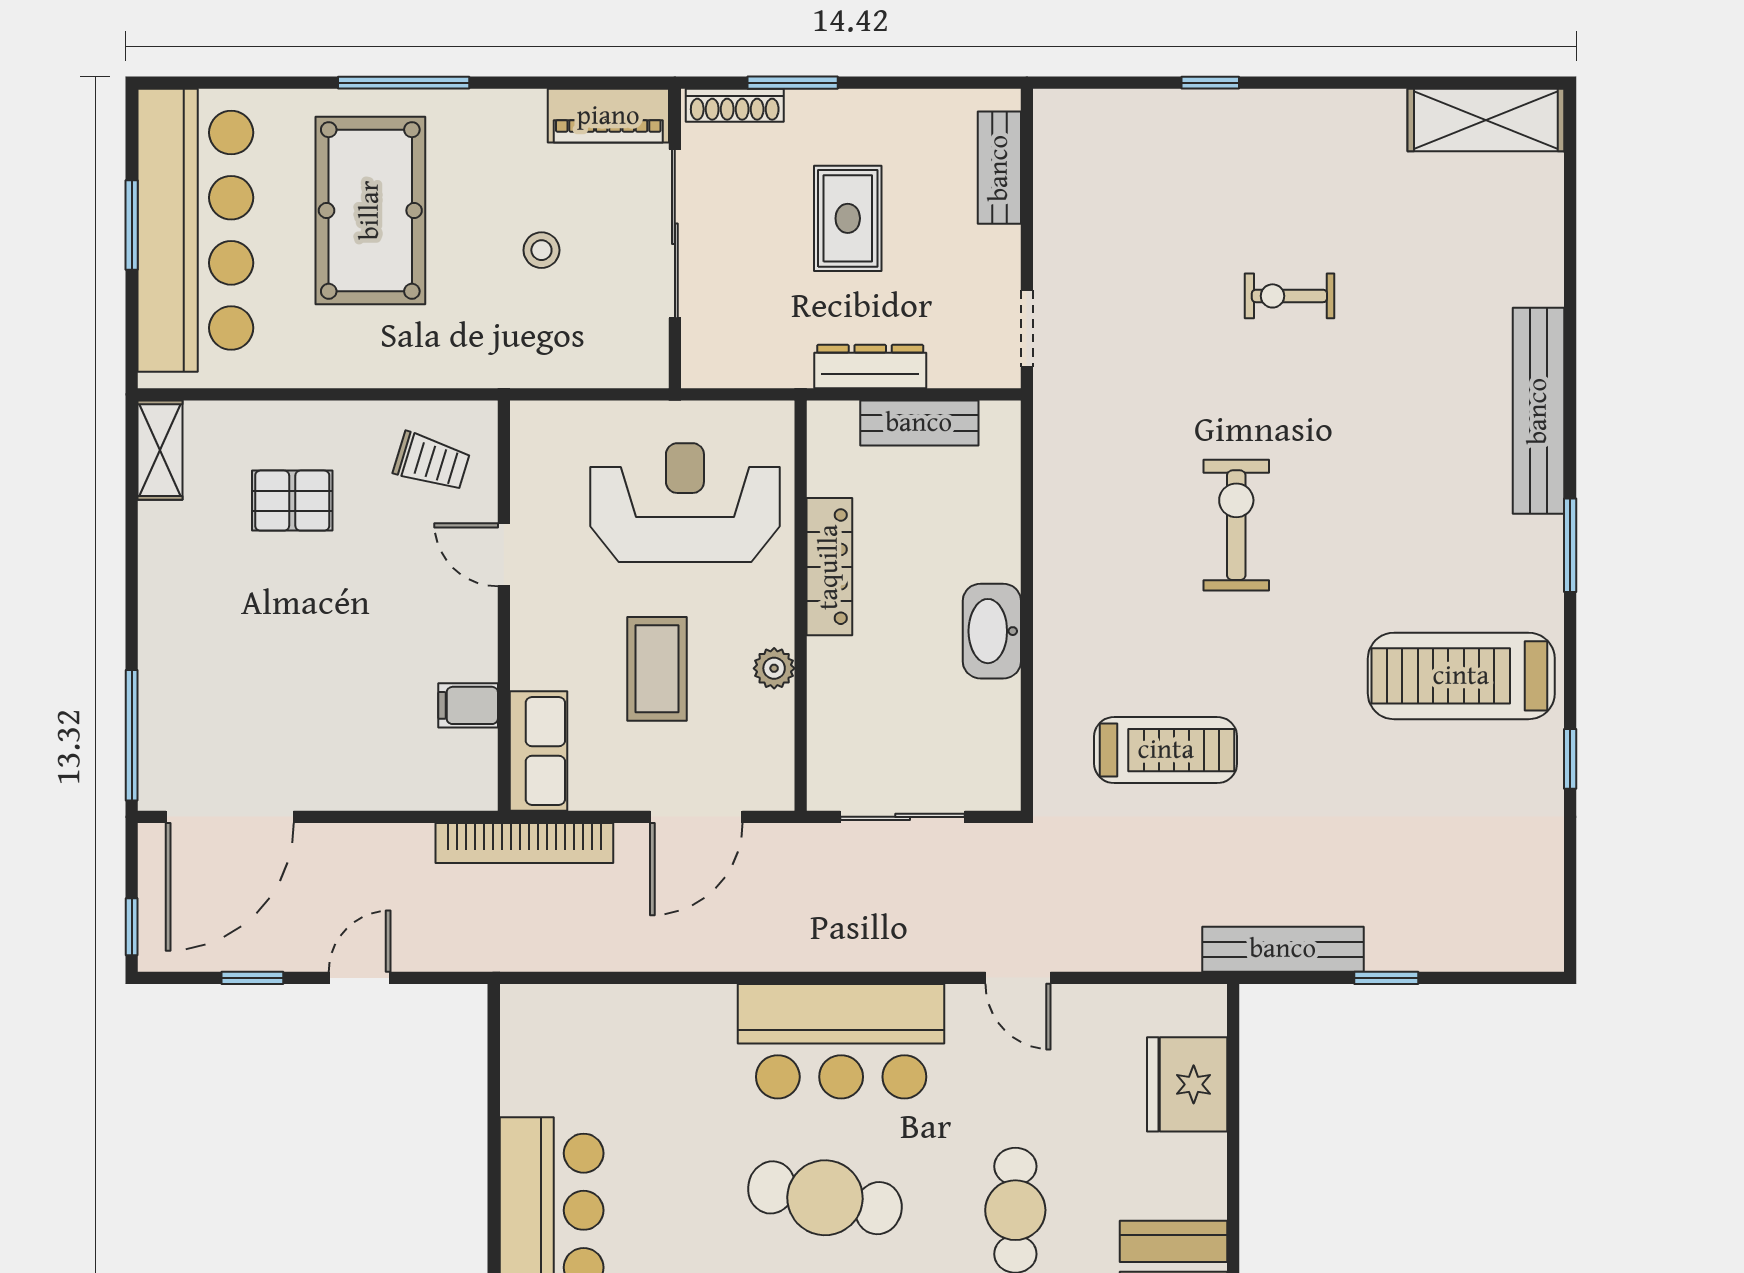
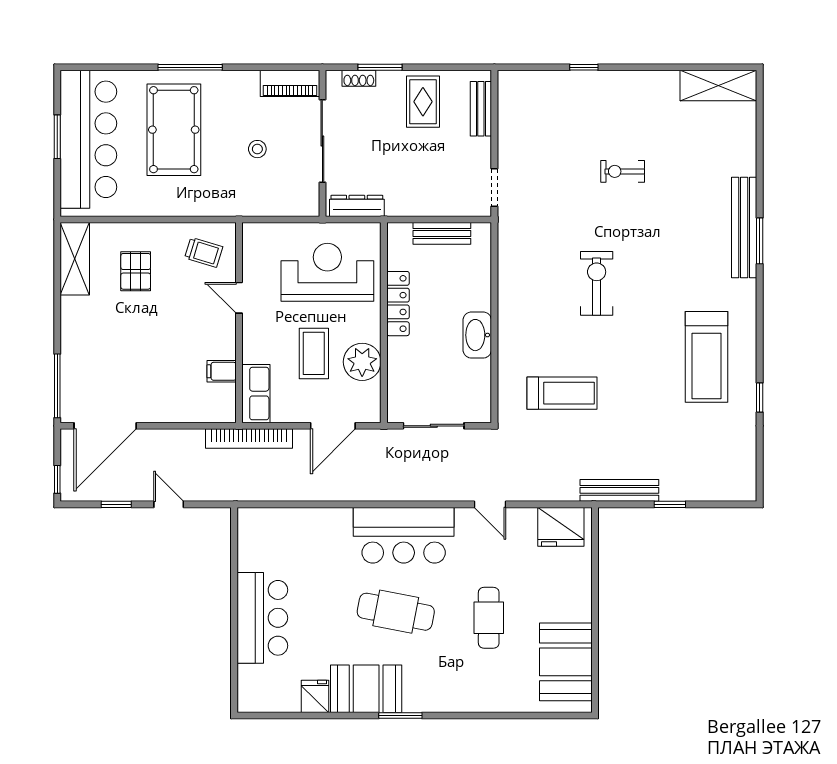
shoe rack: (735, 105) -> (359, 78), width x0.70
rug: (848, 218) -> (423, 102), moved
dresser: (870, 367) -> (357, 206), moved
shelving: (160, 450) -> (75, 259), width x1.50, depth x1.33
pallet: (292, 501) -> (136, 271), turned 90
window: (1570, 545) -> (760, 241), moved
plant: (774, 668) -> (362, 362), width x1.87, depth x1.87
treadmill: (1461, 676) -> (706, 357), turned -90
door: (360, 978) -> (169, 504), hinge flipped
fridge: (1187, 1084) -> (561, 527), moved, turned -90

